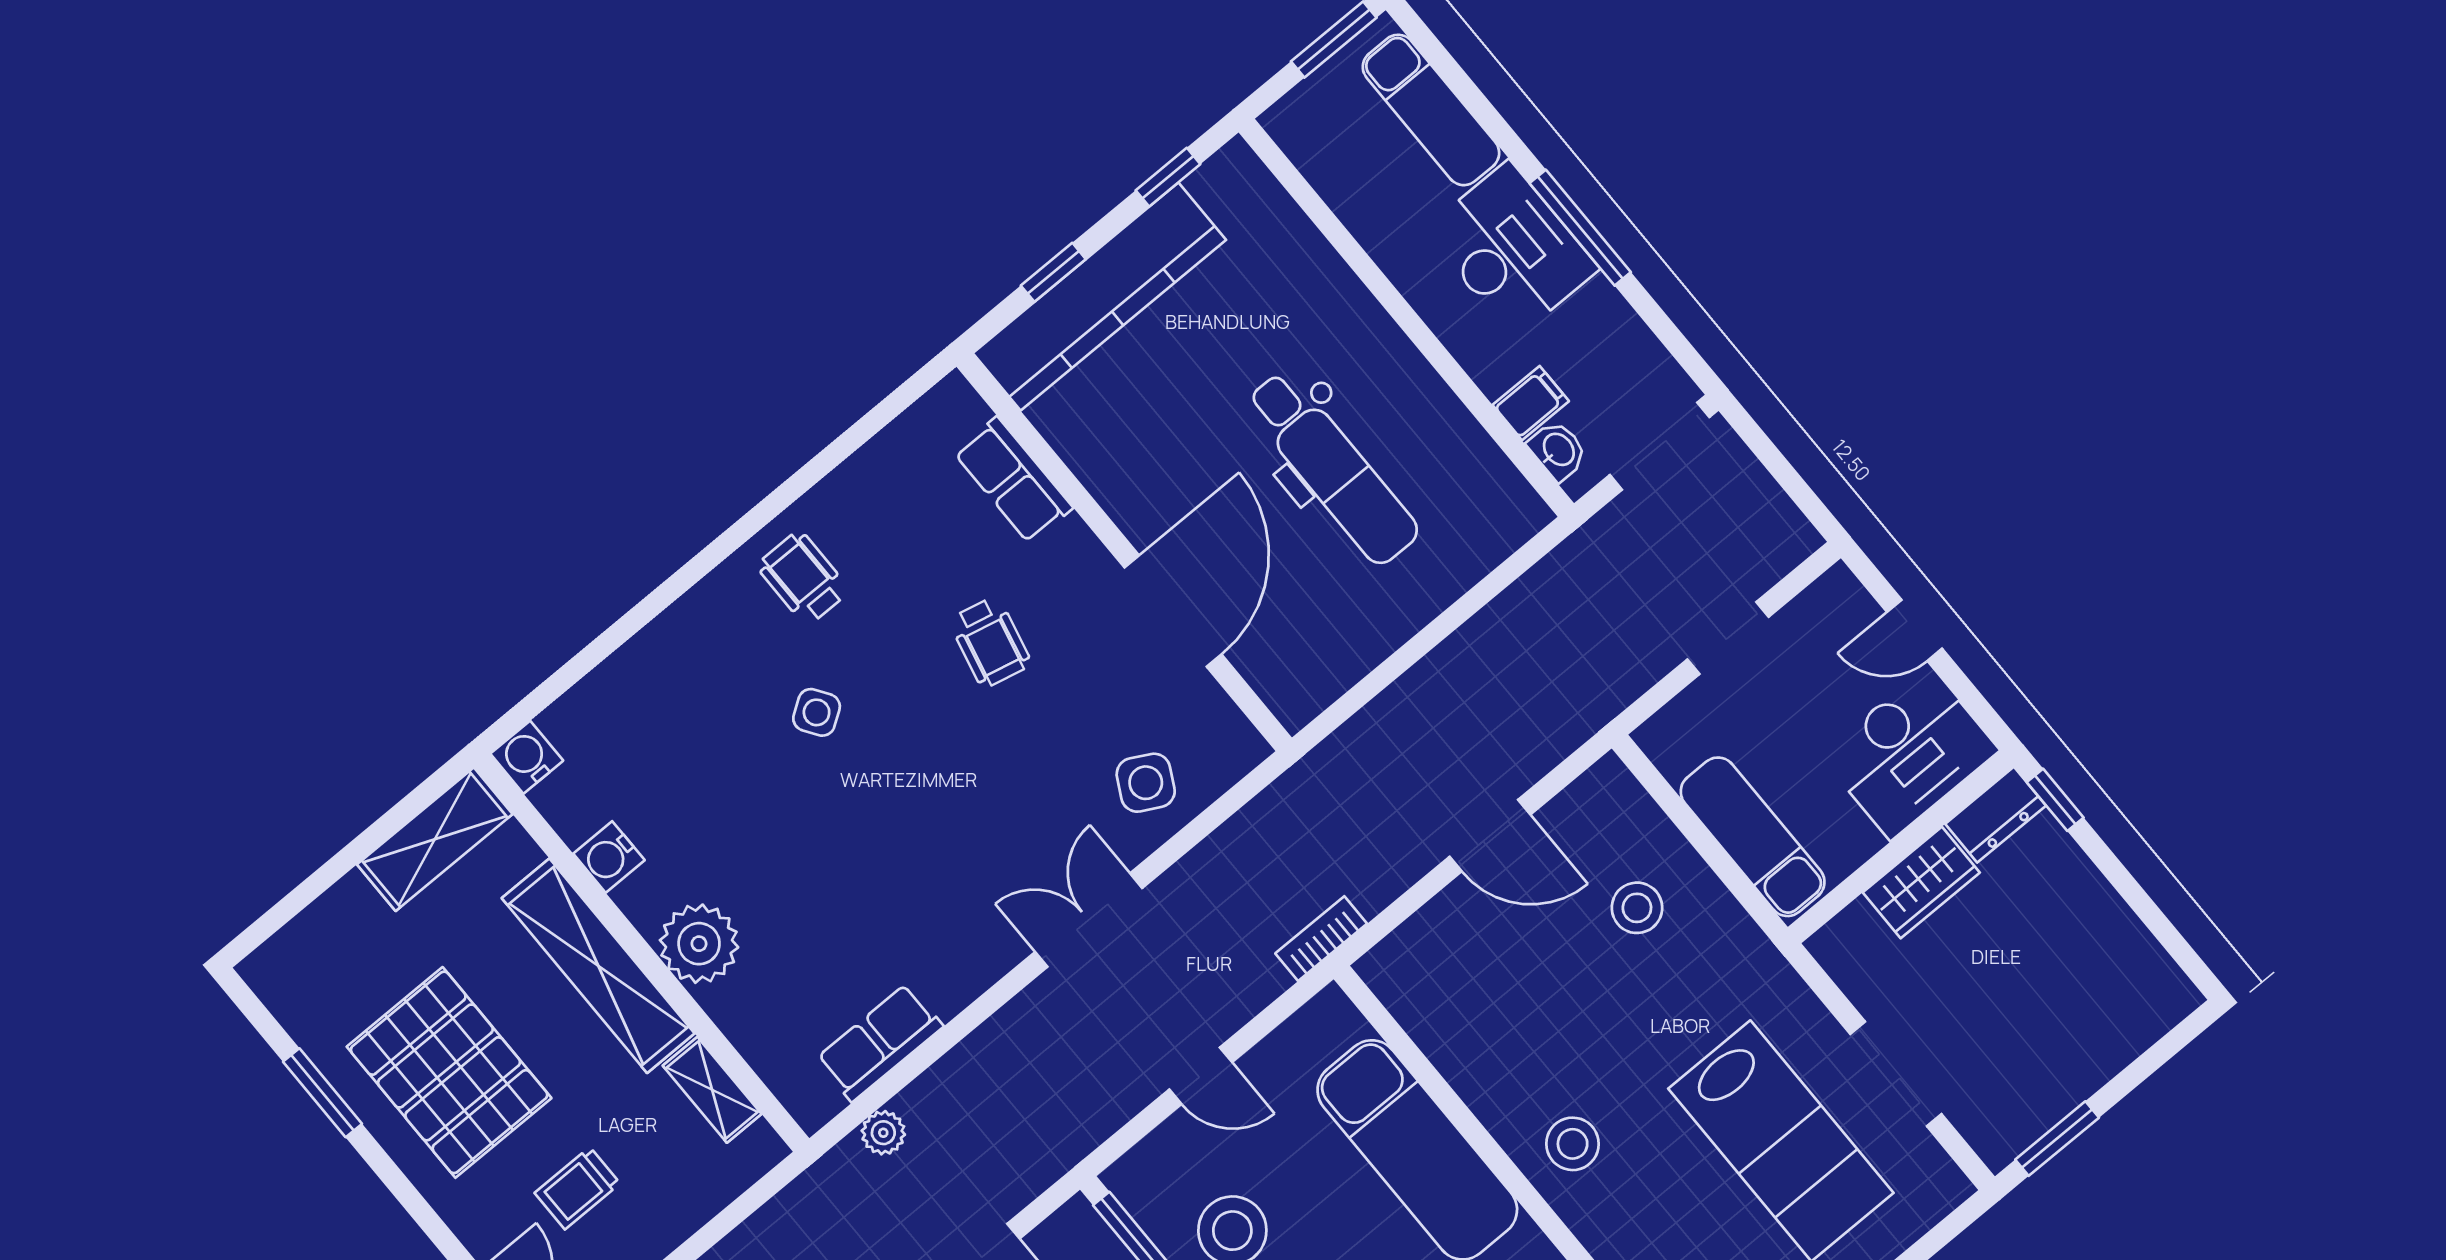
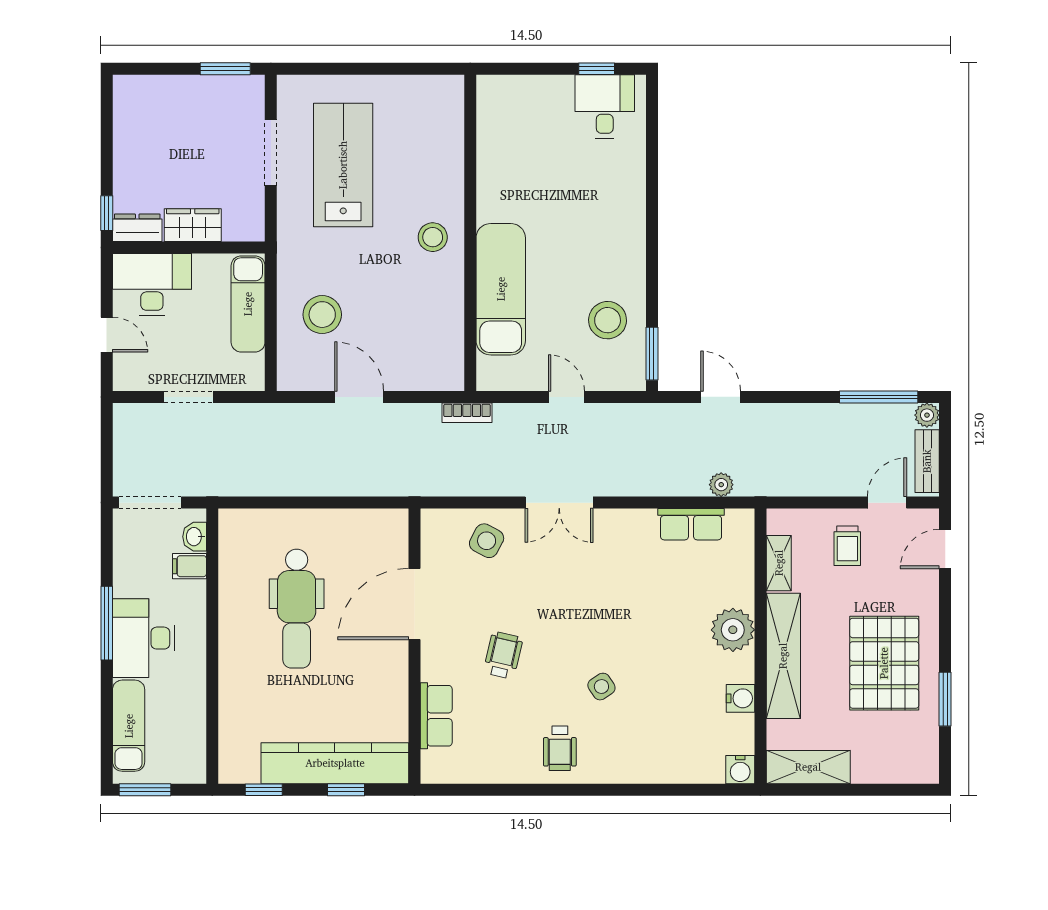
dental chair: (1332, 468) -> (297, 609), turned 180
stool: (1637, 908) -> (322, 315), width x1.38, depth x1.38
trolley: (577, 1188) -> (847, 546), moved, turned 90

